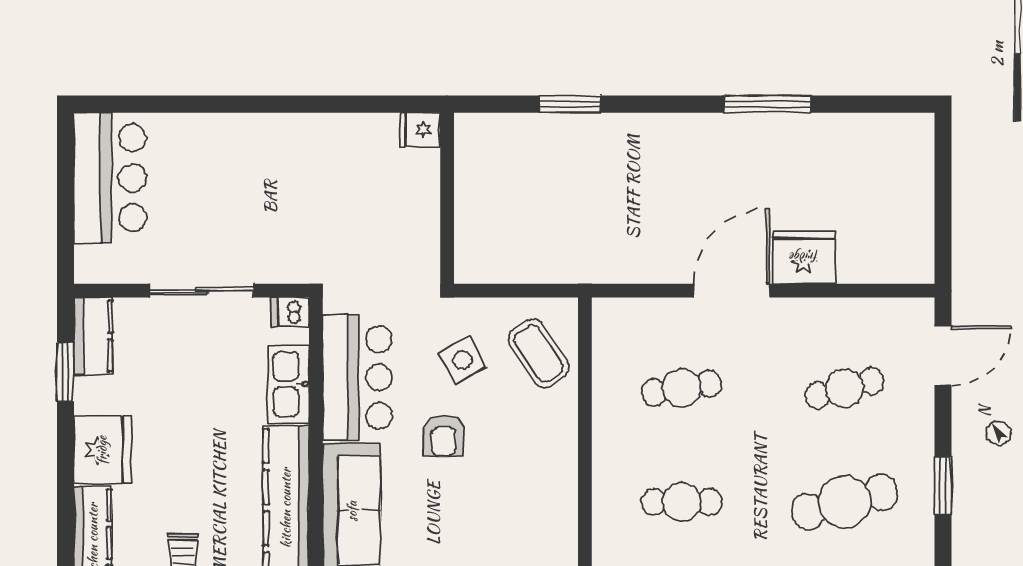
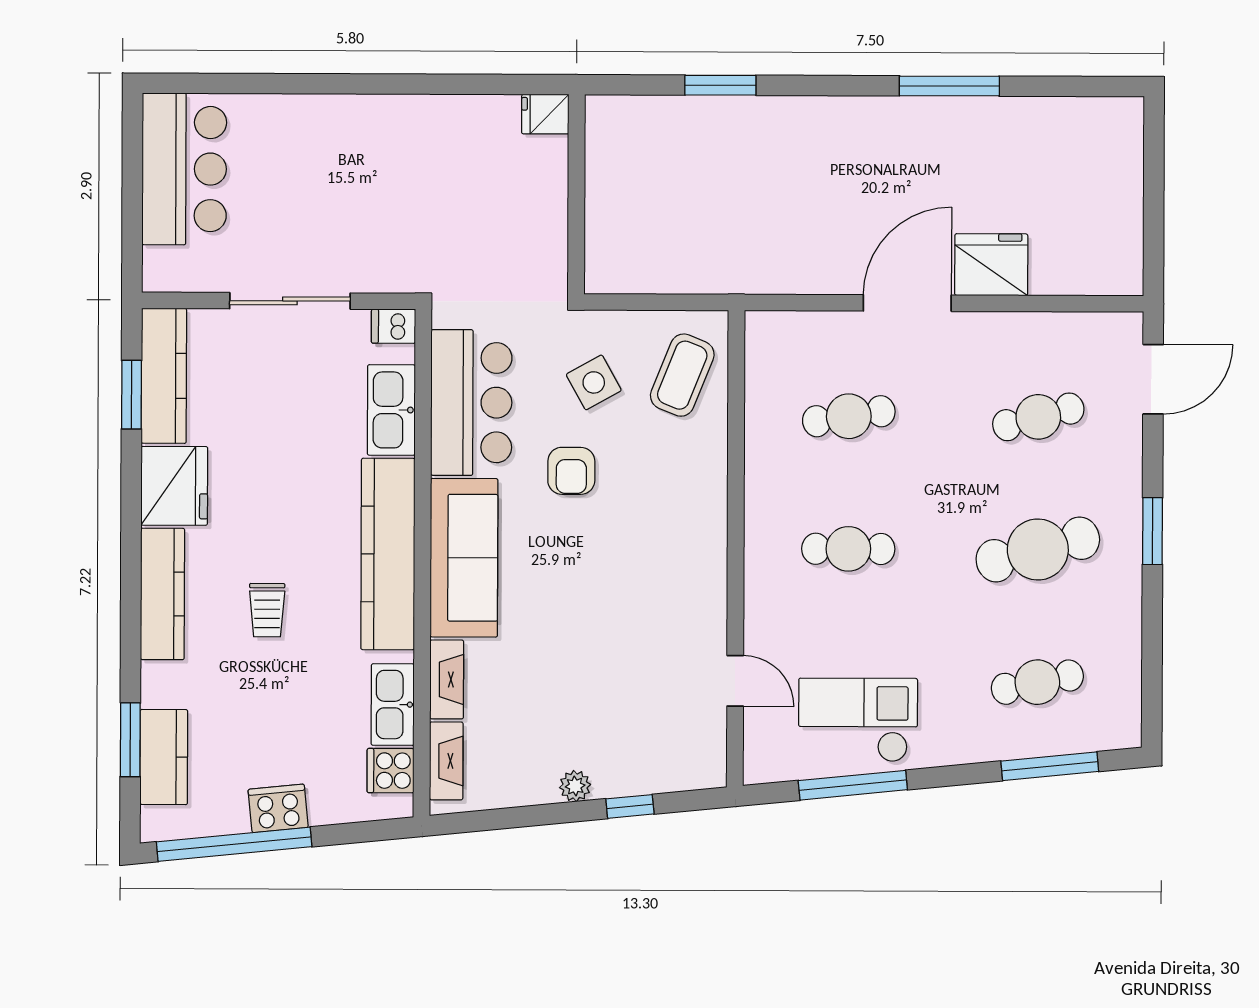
kitchen counter: (93, 336) -> (164, 376), width x1.50
coffee table: (539, 353) -> (682, 375), turned 55

